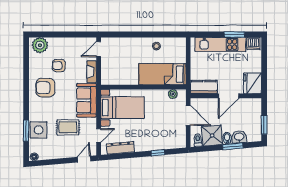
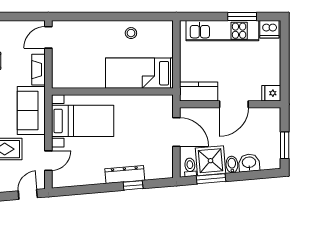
fridge: (252, 83) -> (271, 93), width x0.53, depth x0.75
plant: (173, 94) -> (154, 101), removed
window: (233, 146) -> (211, 179), moved
dresser: (121, 148) -> (125, 174), moved

